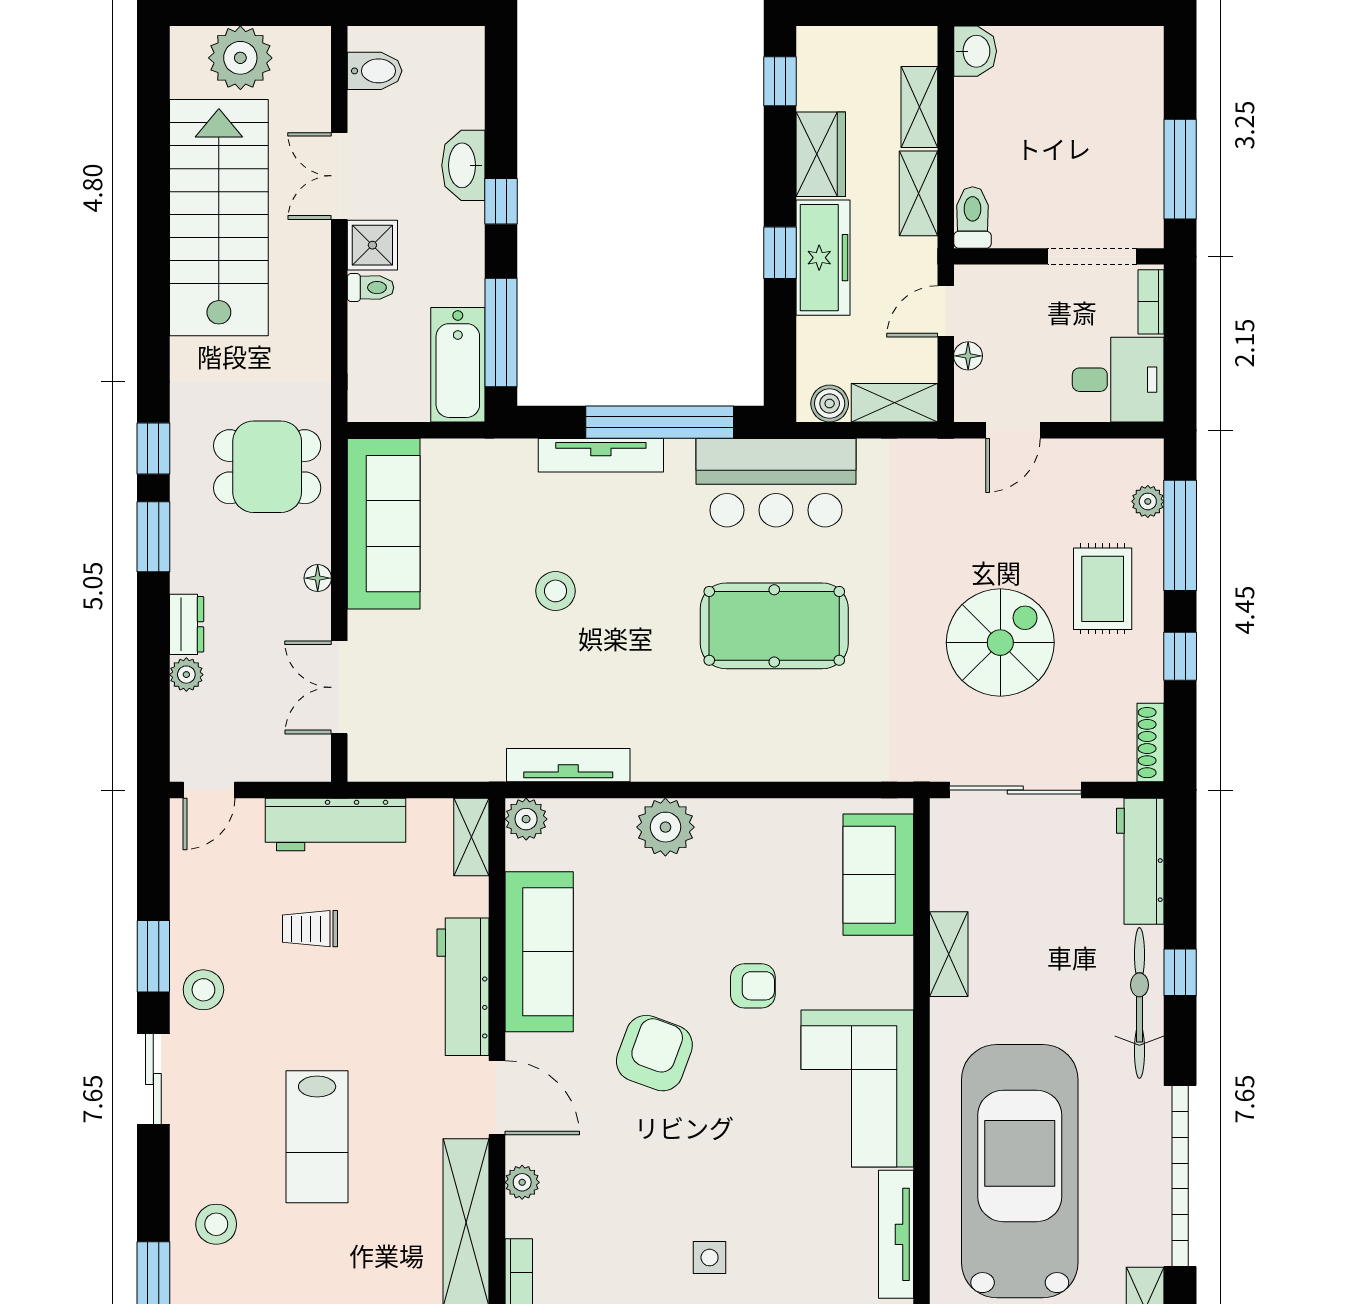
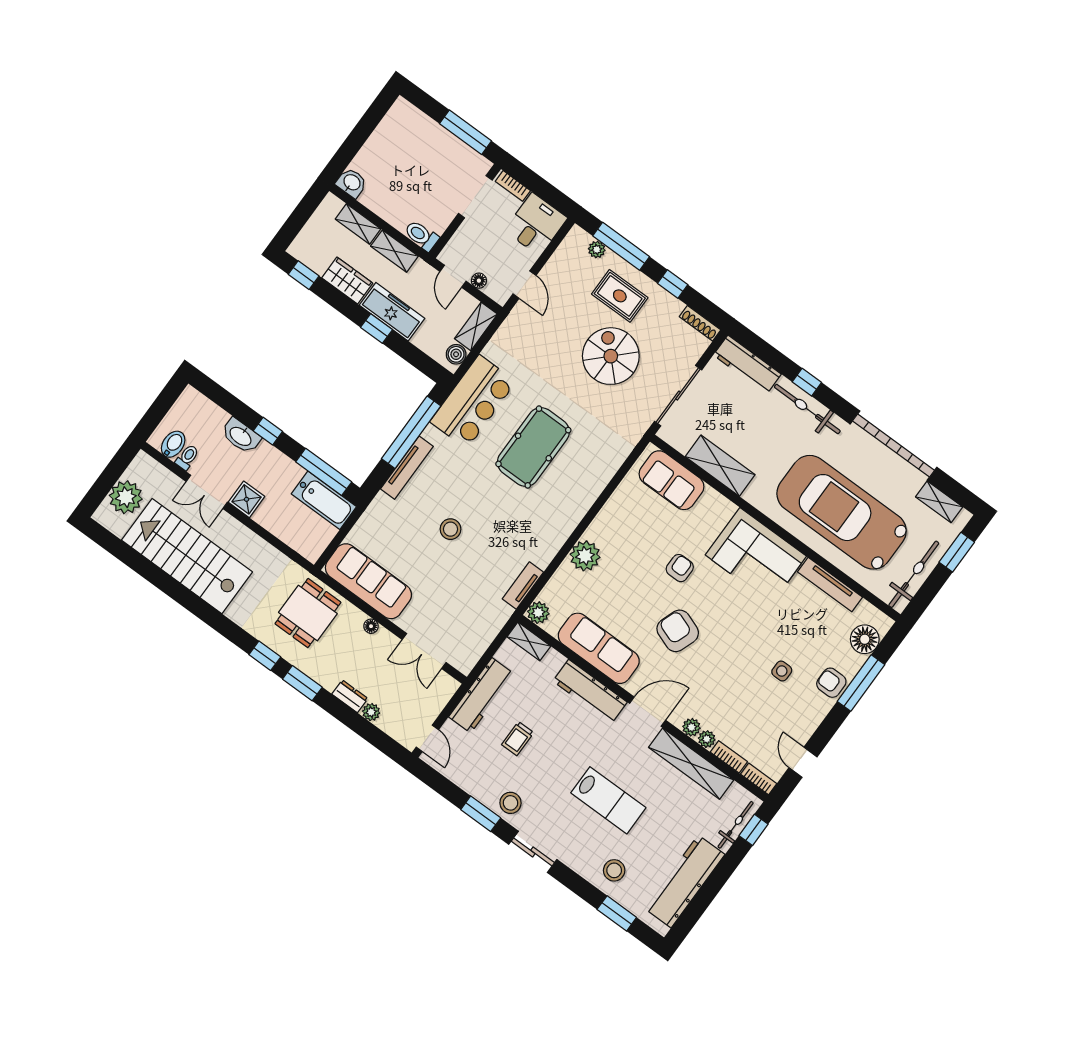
toilet: (371, 288) -> (187, 457), moved
tv unit: (568, 765) -> (523, 586), width x0.71
shelving: (949, 954) -> (720, 466), width x1.50, depth x1.33
plant: (521, 1219) -> (707, 739), added

